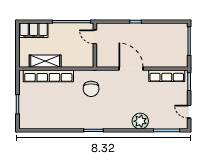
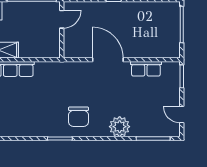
door: (95, 37) -> (62, 19), swing flipped
row of seats: (167, 76) -> (146, 69), width x0.68
chair: (91, 89) -> (79, 117), moved

